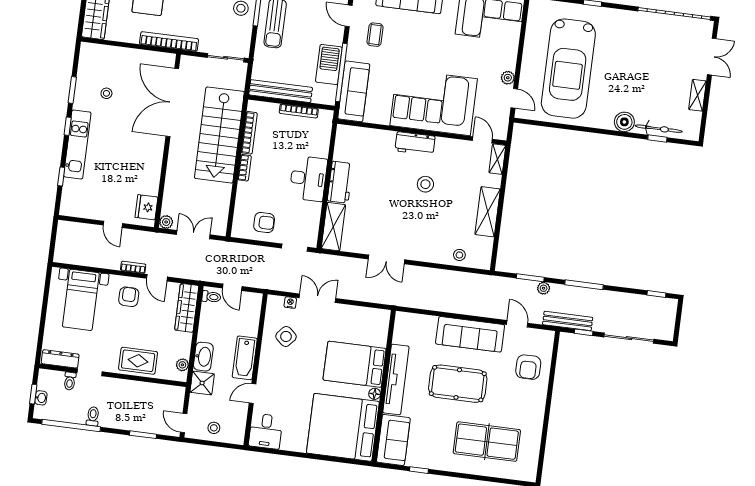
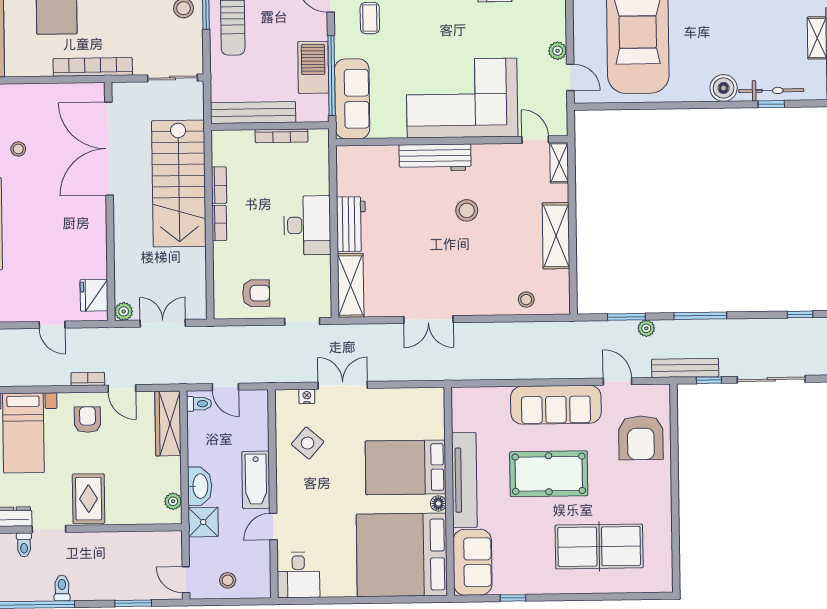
bookcase: (249, 133) -> (219, 185), width x0.64
workbench: (415, 144) -> (435, 158), width x1.37
rug: (138, 361) -> (89, 499), moved, turned 90
armchair: (528, 367) -> (641, 438), width x1.36, depth x1.36

